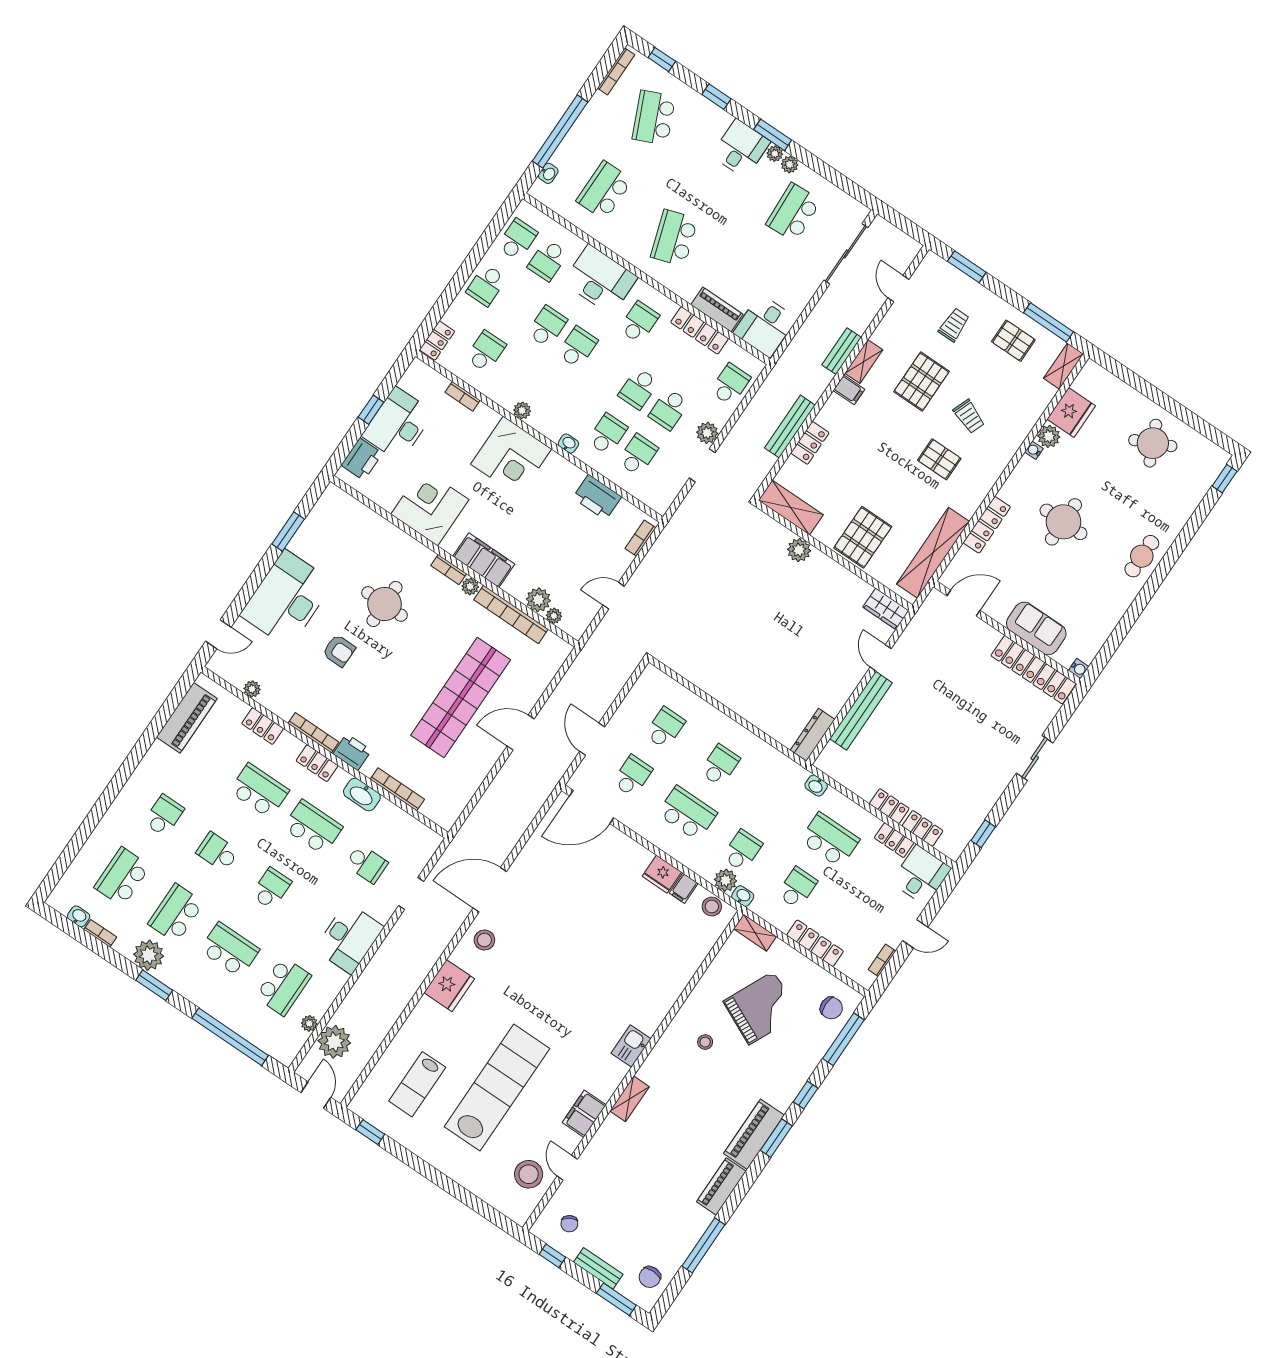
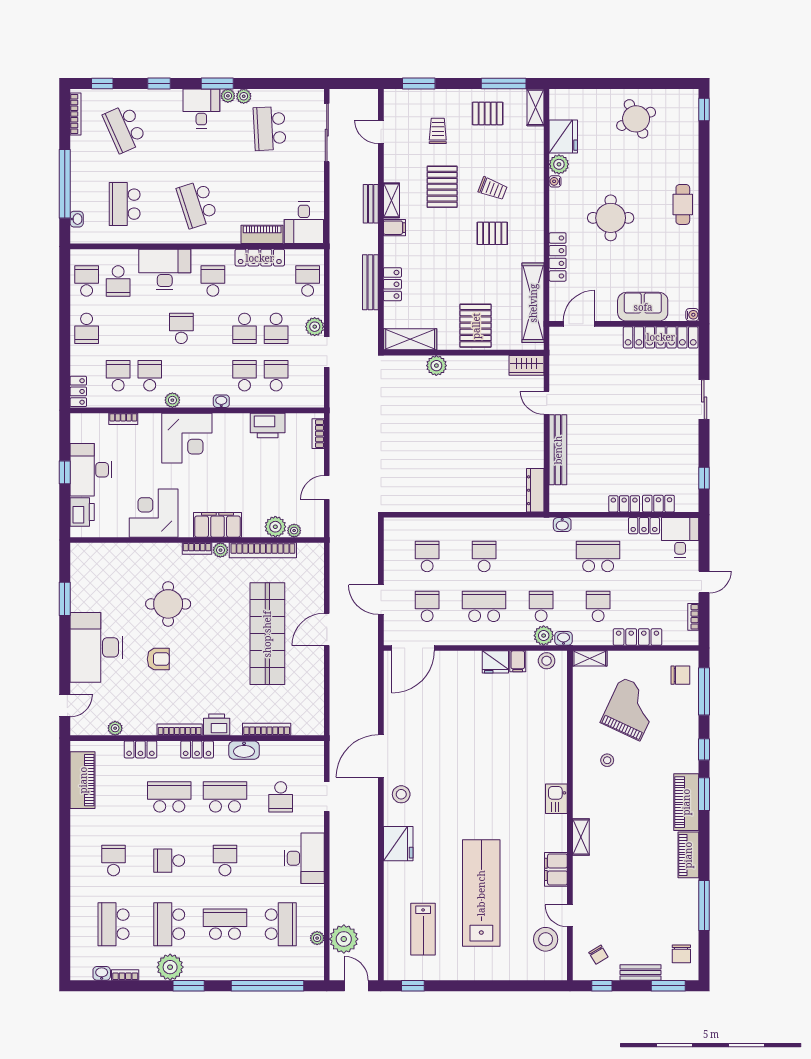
school desk: (547, 327) -> (150, 376), moved
school desk: (367, 864) -> (281, 797), turned 90

